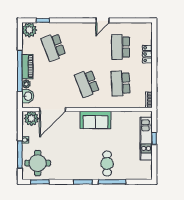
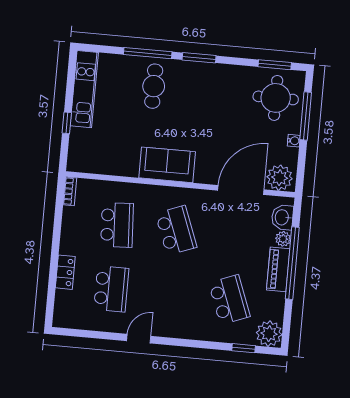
kitchen unit: (146, 139) -> (84, 89), moved

